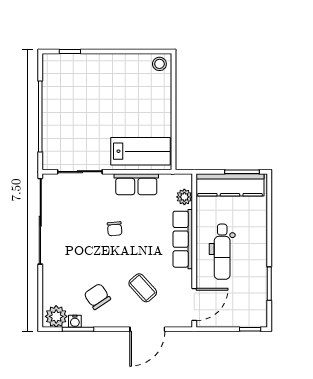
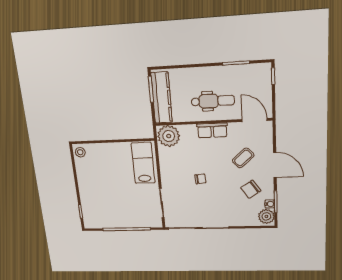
row of seats: (136, 184) -> (167, 165), removed
plant: (184, 197) -> (169, 136), width x1.87, depth x1.87
row of seats: (183, 239) -> (212, 130), width x0.68
door: (147, 329) -> (275, 165), moved

